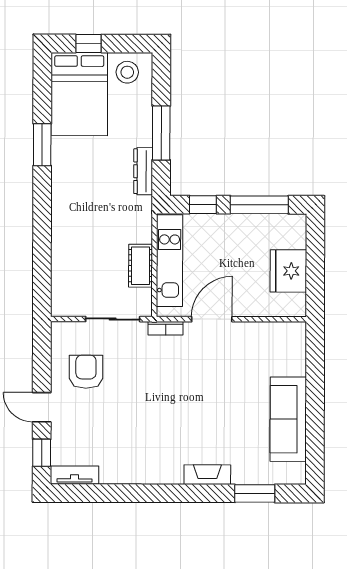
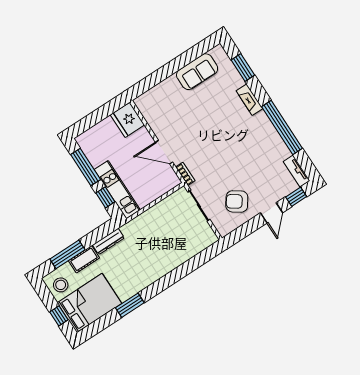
window: (161, 133) -> (67, 254), moved
kitchen unit: (170, 261) -> (117, 190), moved, turned 90
cot: (140, 266) -> (84, 259), moved
fridge: (288, 271) -> (127, 120), moved, turned 90
armchair: (86, 372) -> (237, 201), turned 35
sofa: (288, 419) -> (197, 72), width x0.73
window: (144, 493) -> (282, 128), added

